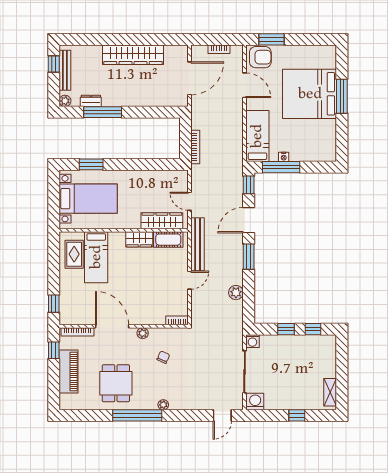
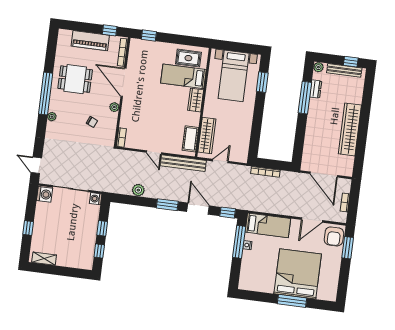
wardrobe: (139, 239) -> (196, 100), moved
door: (112, 326) -> (124, 82), swing flipped

